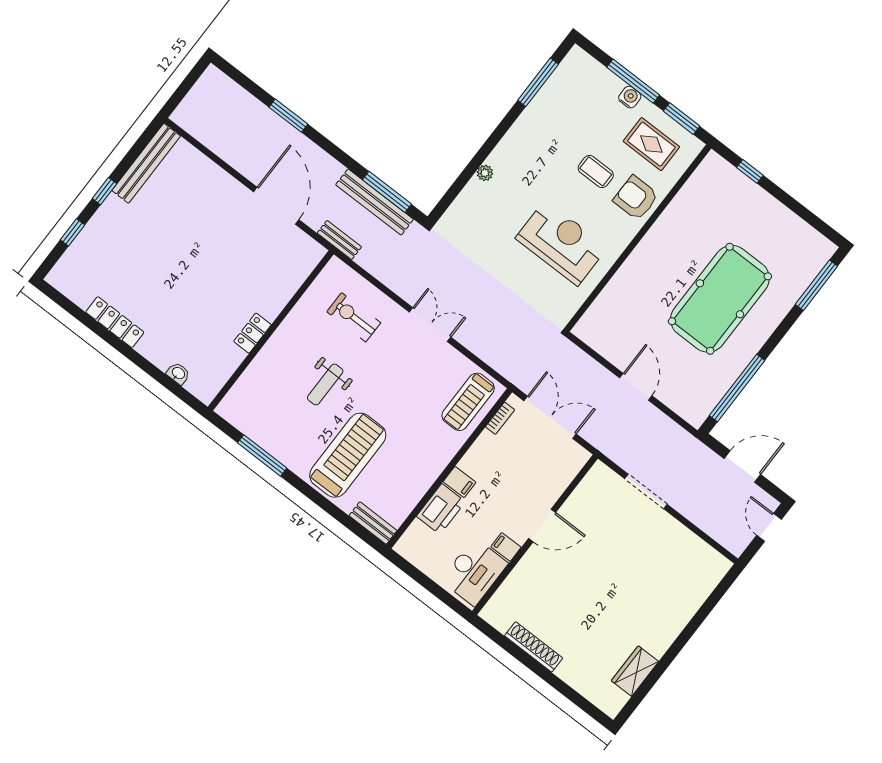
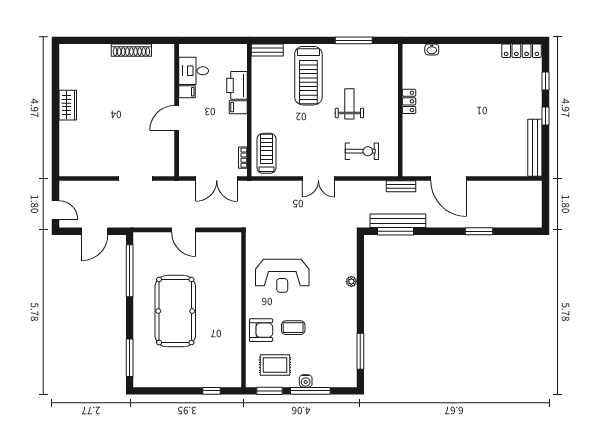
locker: (115, 322) -> (521, 51), moved
desk: (474, 572) -> (194, 71), width x0.73
wardrobe: (635, 671) -> (68, 105), moved

